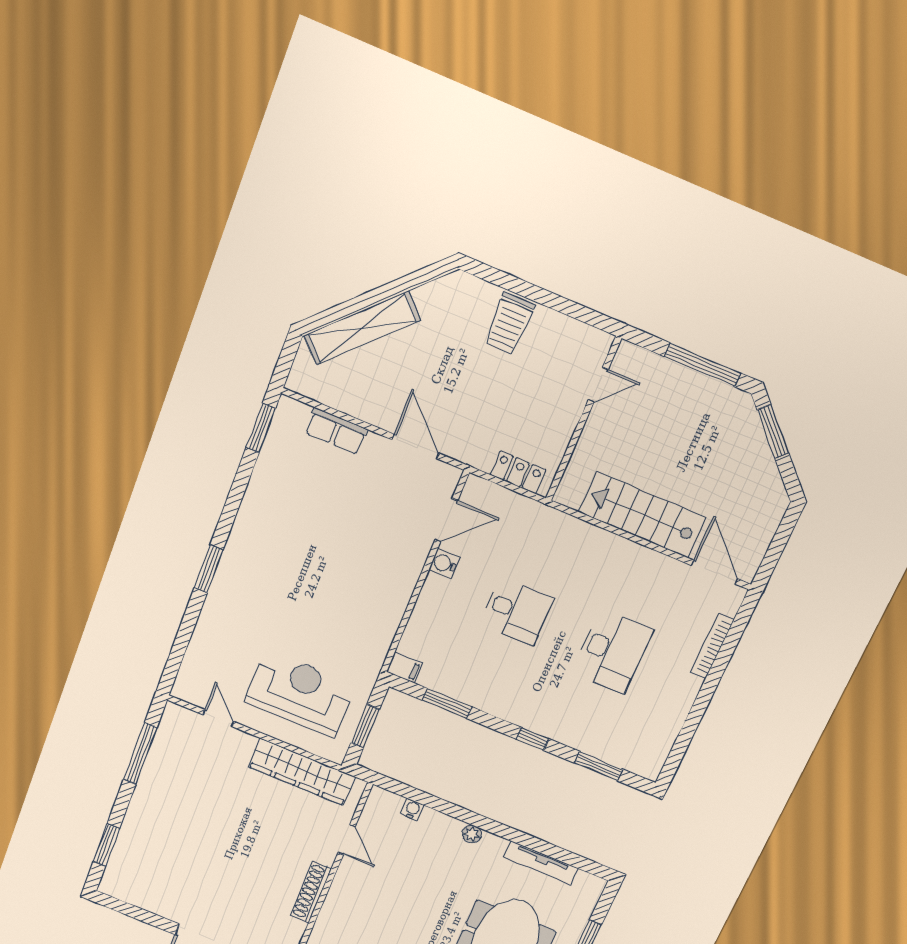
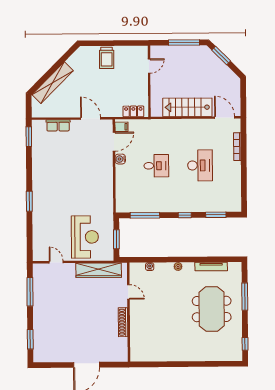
filing cabinet: (404, 668) -> (121, 127), moved
reception desk: (300, 693) -> (85, 237), turned 90
window: (447, 703) -> (145, 215), width x1.44

